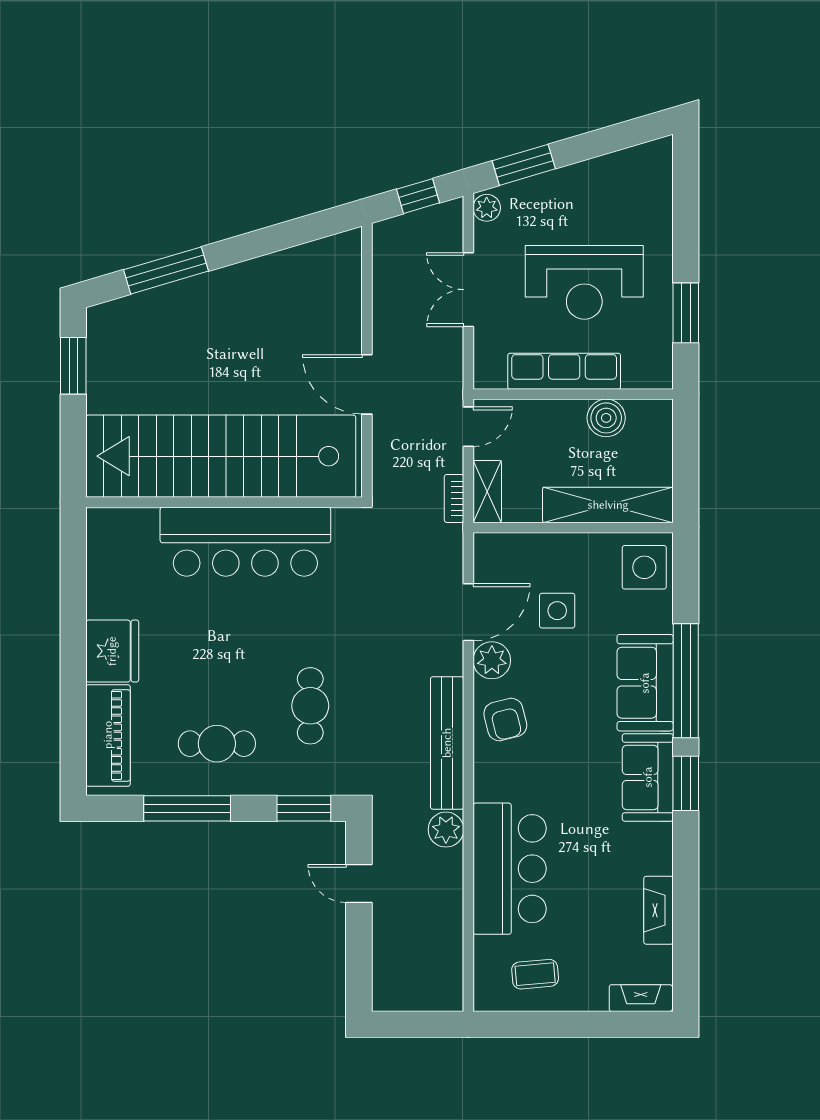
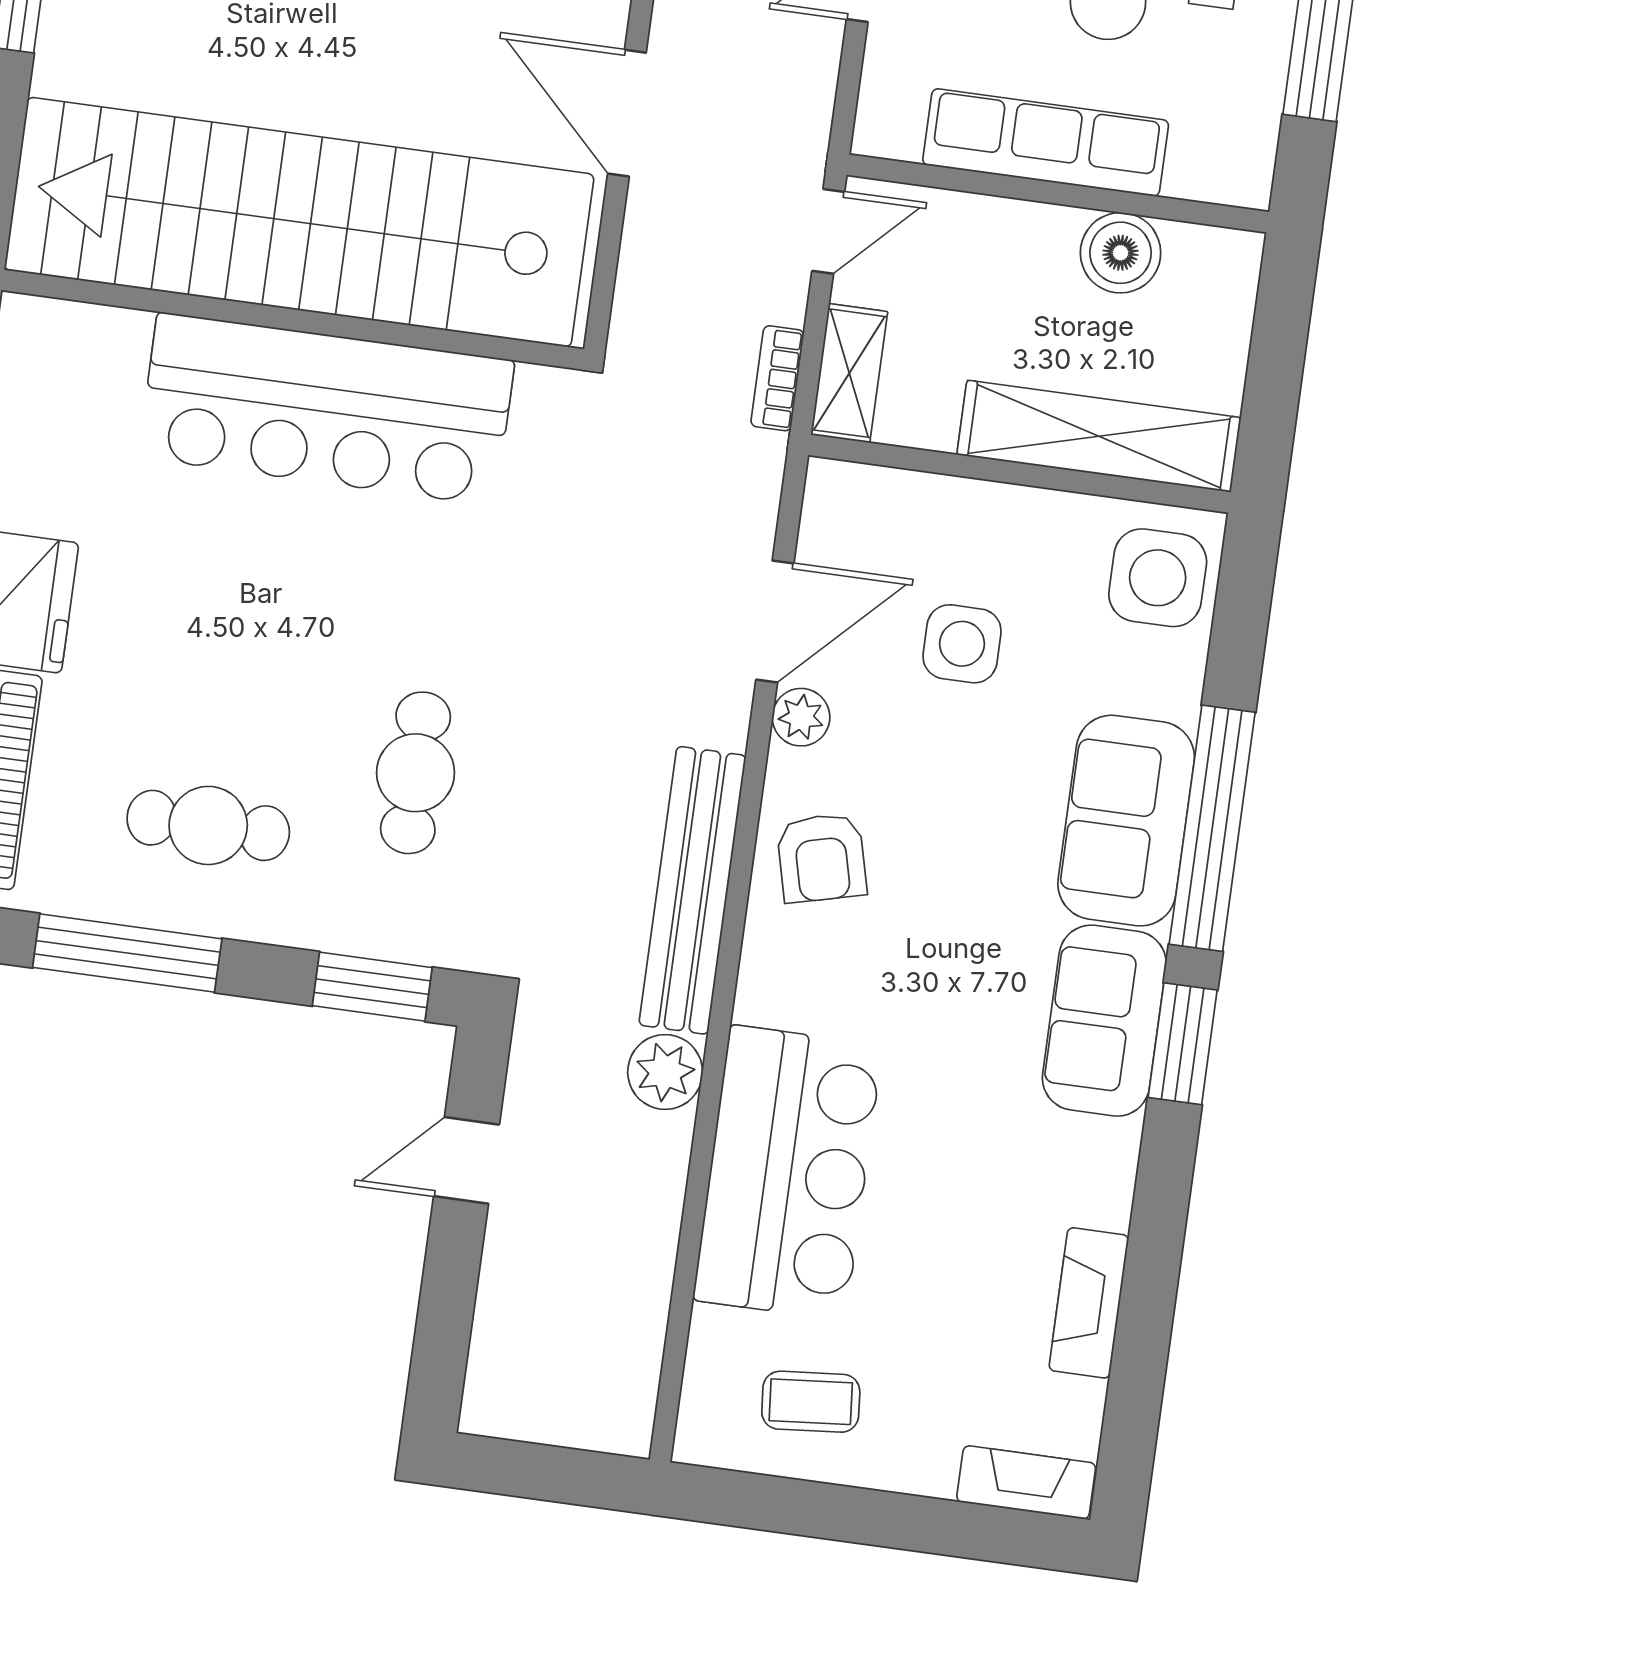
plant: (492, 660) -> (801, 717), width x0.73, depth x0.73
door: (359, 883) -> (467, 1160), hinge flipped

